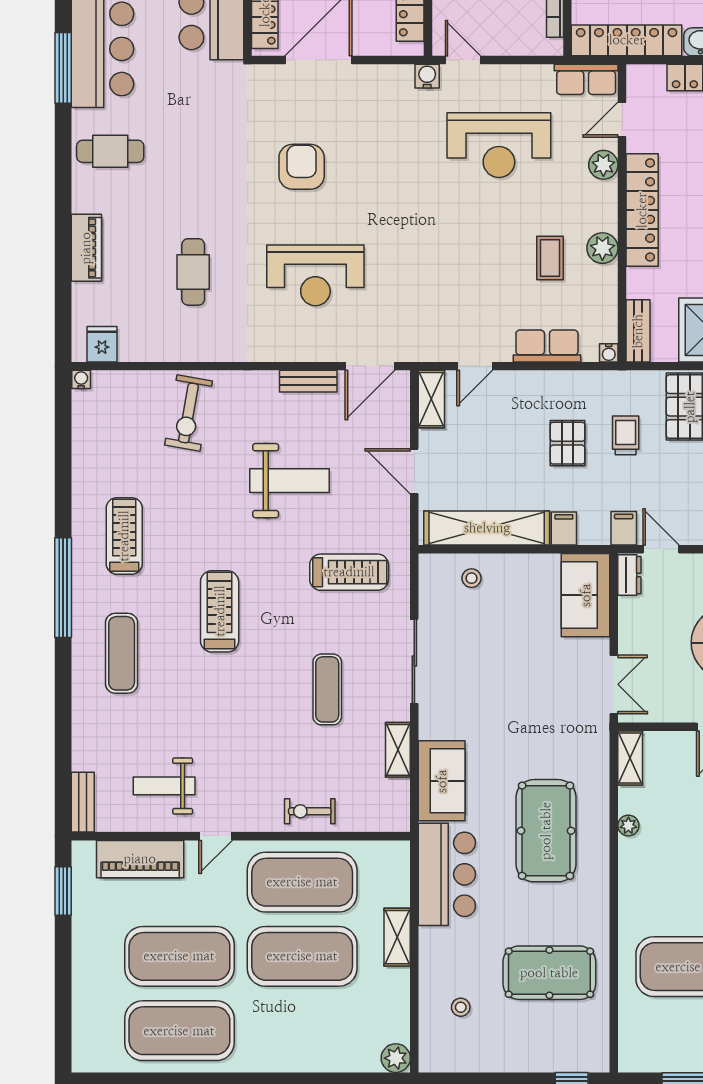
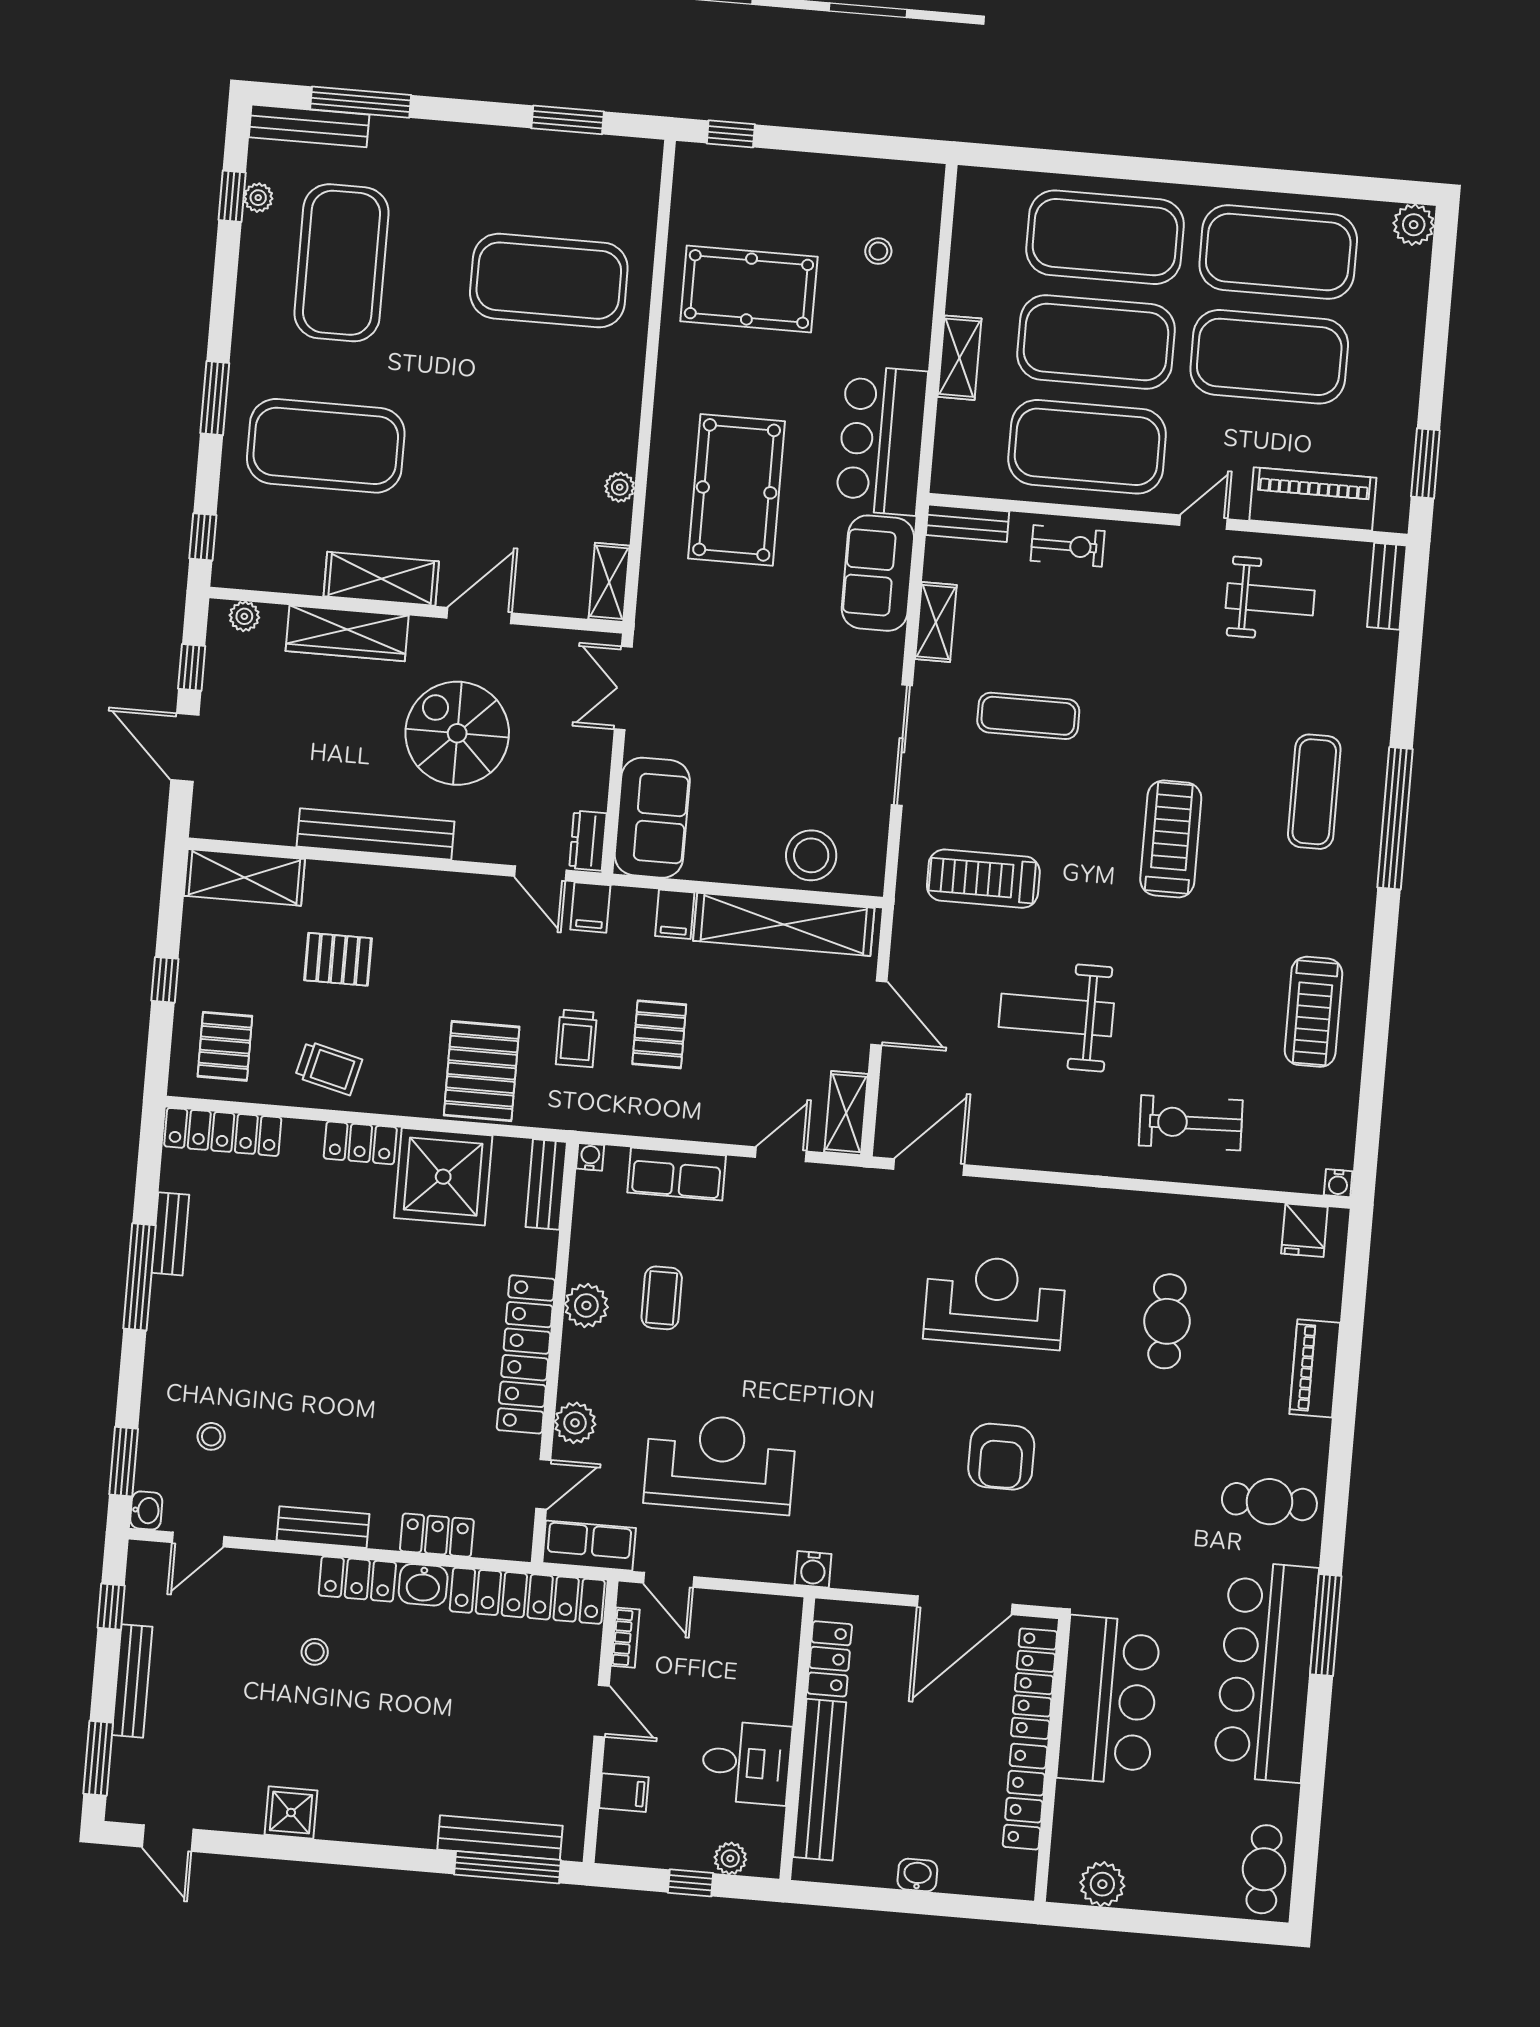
door: (463, 60) -> (669, 1580), moved
bench: (308, 381) -> (967, 523), moved
exercise bike: (188, 413) -> (1191, 1123), turned -102
treadmill: (124, 536) -> (1313, 1012), moved
stool: (472, 578) -> (811, 855), width x1.89, depth x1.89
window: (63, 588) -> (1395, 818), moved
treadmill: (220, 611) -> (1171, 839), turned 180
exercise mat: (327, 689) -> (1028, 716), turned 90
exercise mat: (302, 1031) -> (1105, 237), added
plant: (396, 1058) -> (1414, 225), moved

